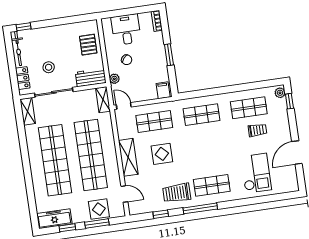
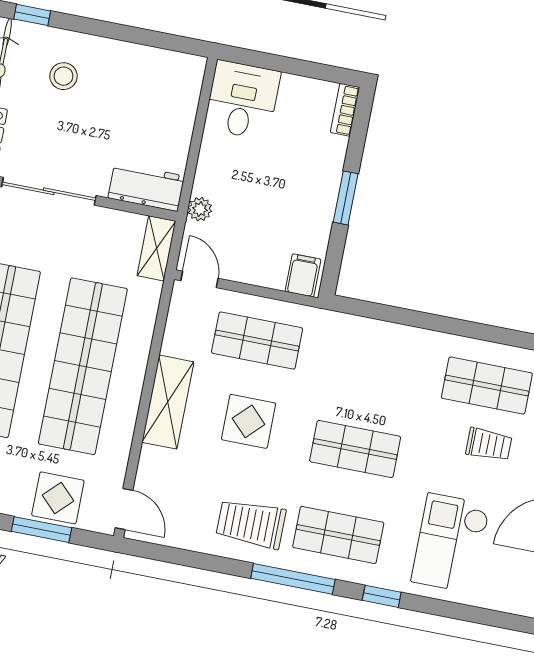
desk: (126, 30) -> (242, 100), moved
pallet: (88, 45) -> (167, 109), removed
chair: (127, 60) -> (244, 175), removed
stool: (49, 67) -> (63, 76), moved
shop shelf: (201, 115) -> (355, 449), moved
checkout: (256, 173) -> (451, 543), turned 180
door: (124, 194) -> (124, 509), moved
window: (161, 214) -> (382, 596), moved

